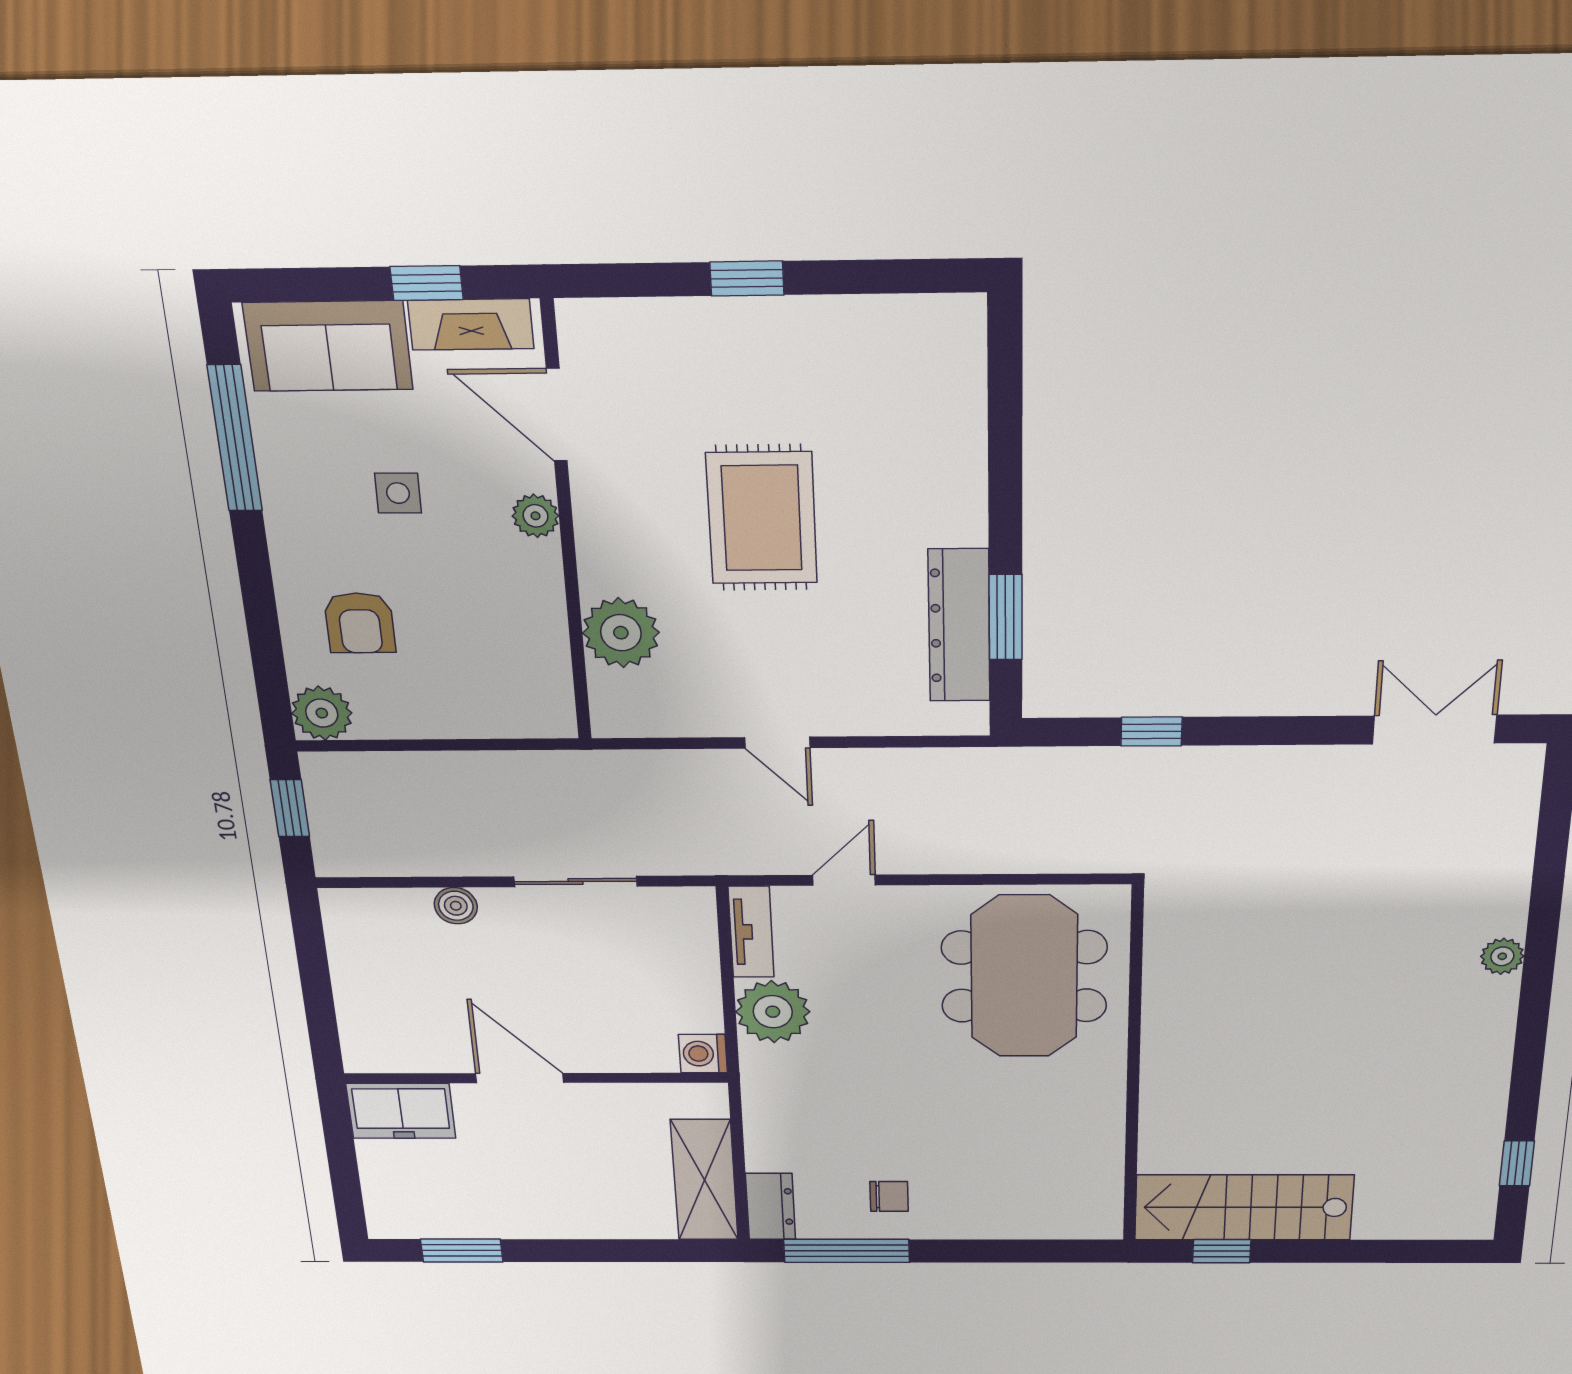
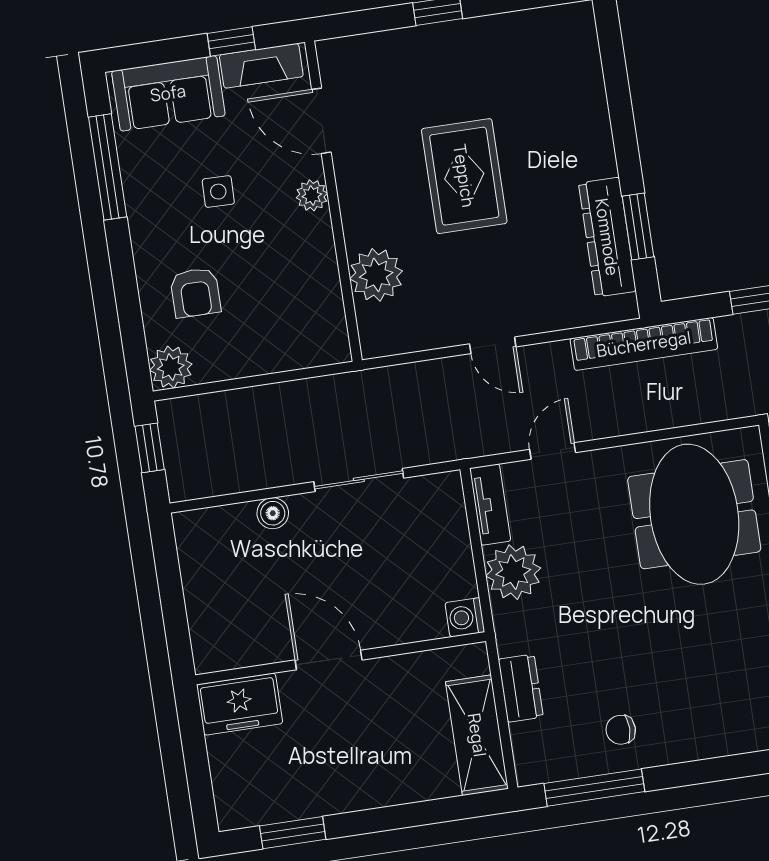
bookcase: (989, 767) -> (644, 344), added
chair: (889, 1196) -> (621, 730), turned 180
dresser: (770, 1207) -> (521, 688), moved

